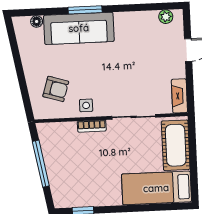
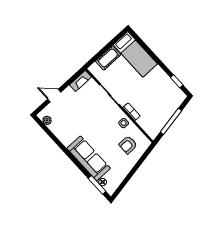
window: (85, 10) -> (97, 185), moved
armchair: (56, 89) -> (128, 145), turned -107
cot: (176, 145) -> (108, 58), width x0.73, depth x0.75

